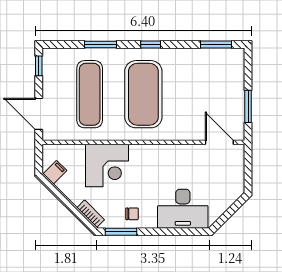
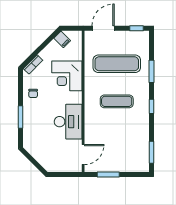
exercise mat: (143, 94) -> (117, 101), width x0.50, depth x0.69
desk: (183, 209) -> (68, 122), moved, turned 180
window: (121, 232) -> (20, 117), moved

